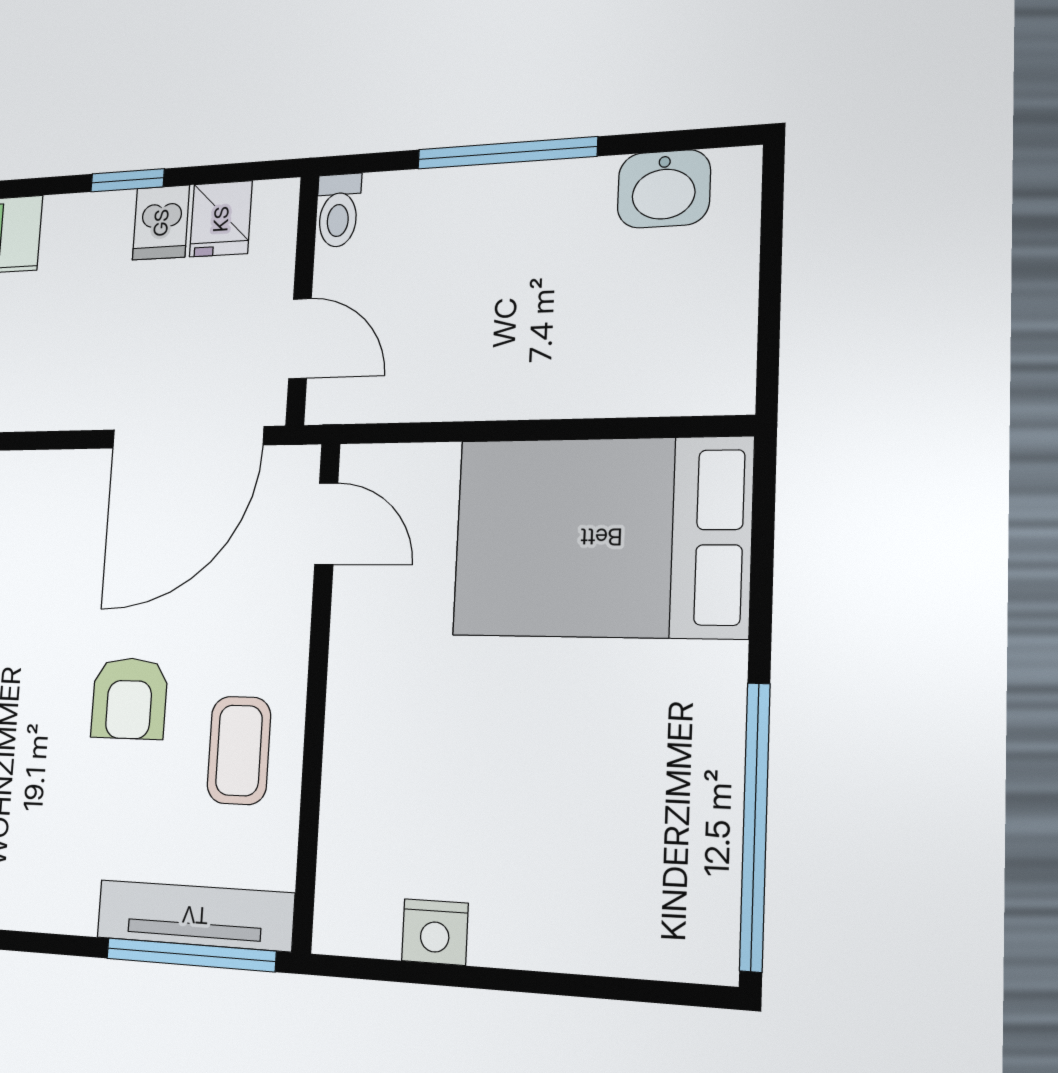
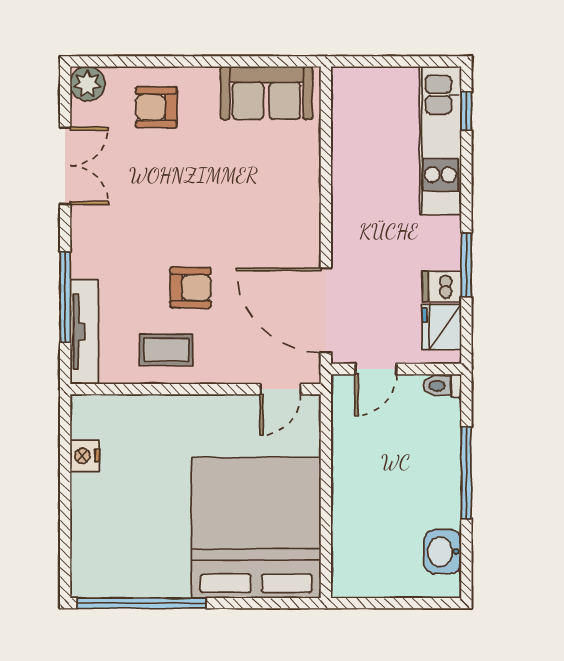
window: (127, 180) -> (466, 265), width x1.50
fridge: (221, 219) -> (442, 327), width x1.38
bed: (601, 537) -> (256, 528), width x1.36
armchair: (129, 698) -> (191, 288), turned 180
window: (190, 955) -> (65, 297), moved

